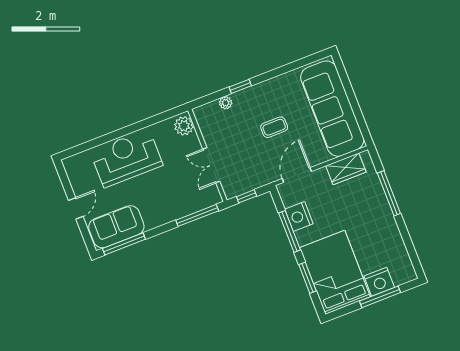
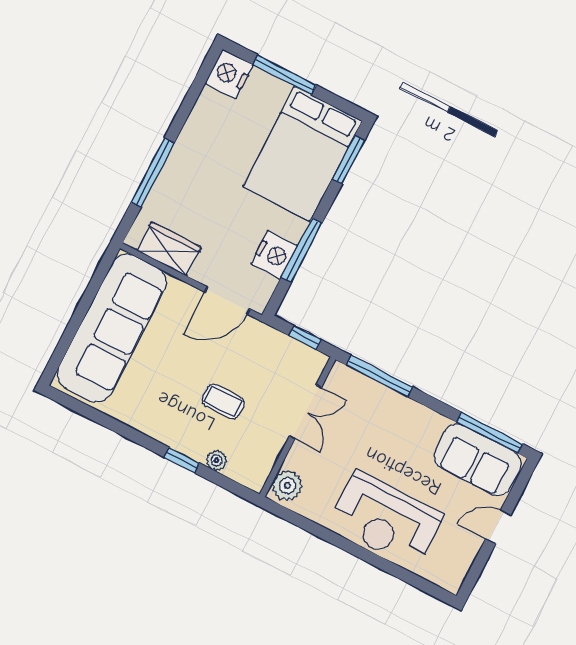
coffee table: (274, 127) -> (223, 402), moved
window: (307, 278) -> (349, 160), moved
nightstand: (379, 282) -> (229, 74), moved, turned -90

